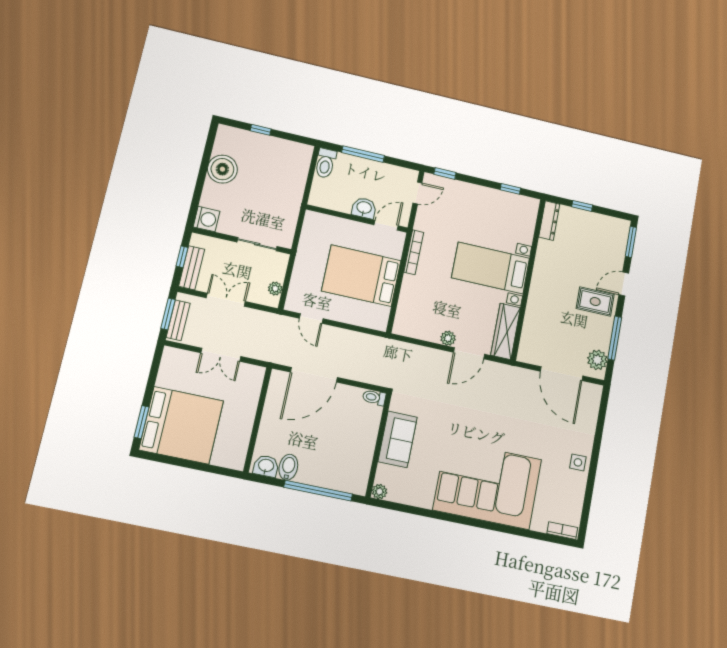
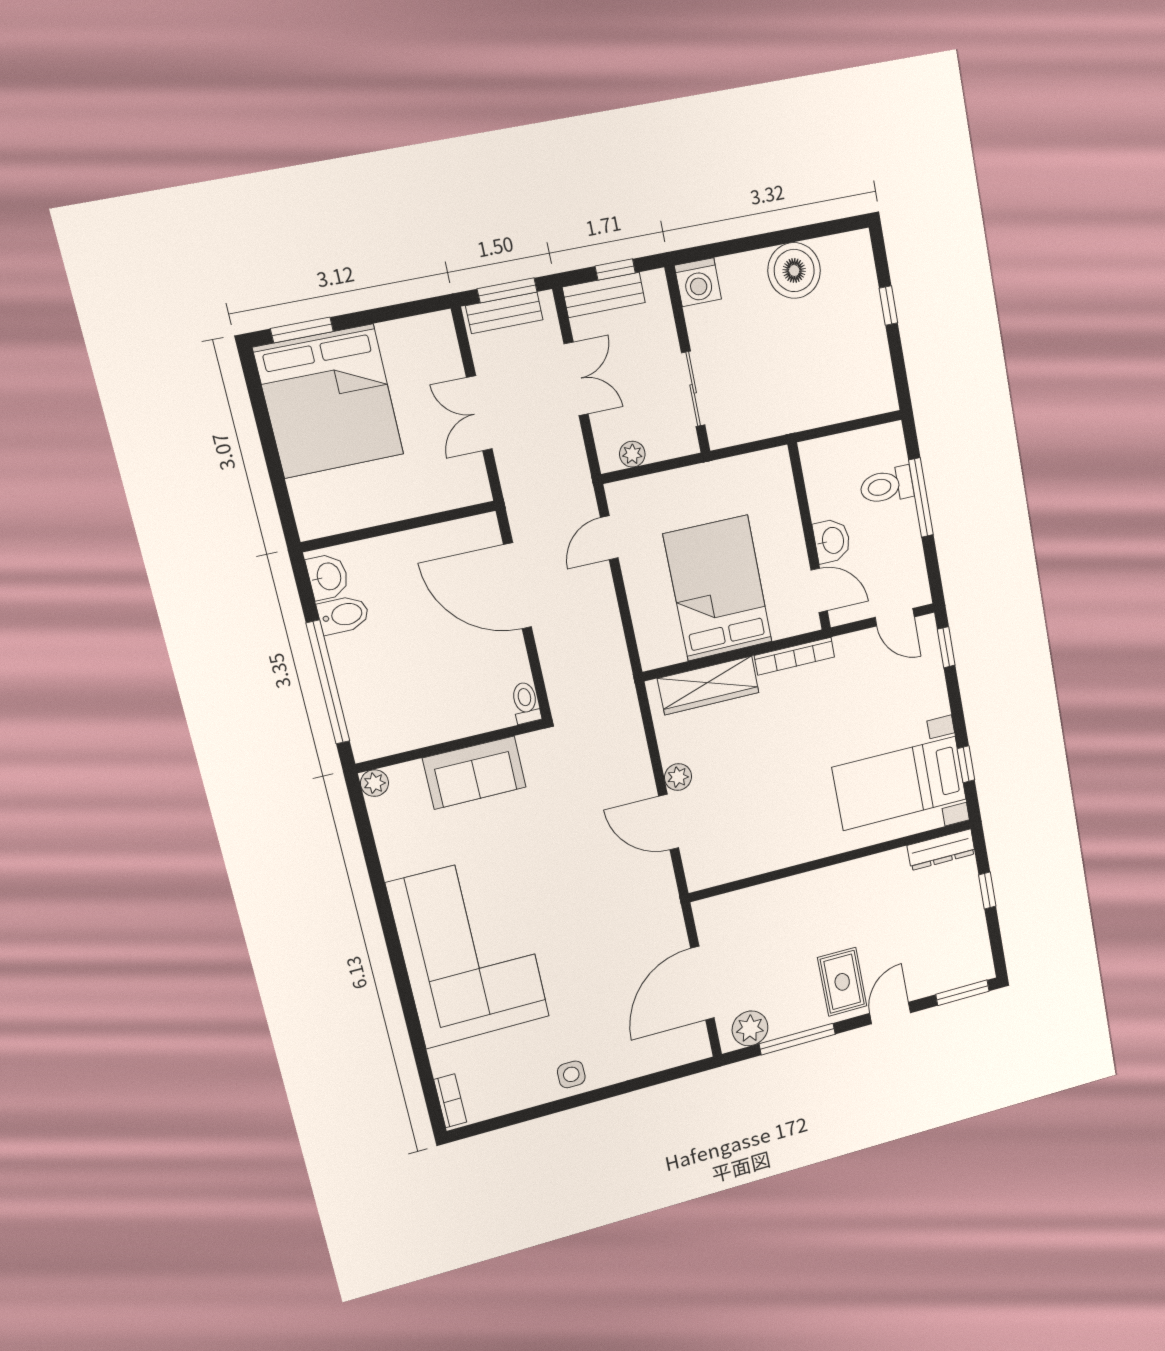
toilet: (325, 163) -> (887, 486), moved
bed with nightstands: (491, 268) -> (899, 783), moved, turned -90
door: (624, 284) -> (890, 1013), hinge flipped
wardrobe: (506, 331) -> (708, 686), moved, turned 180

